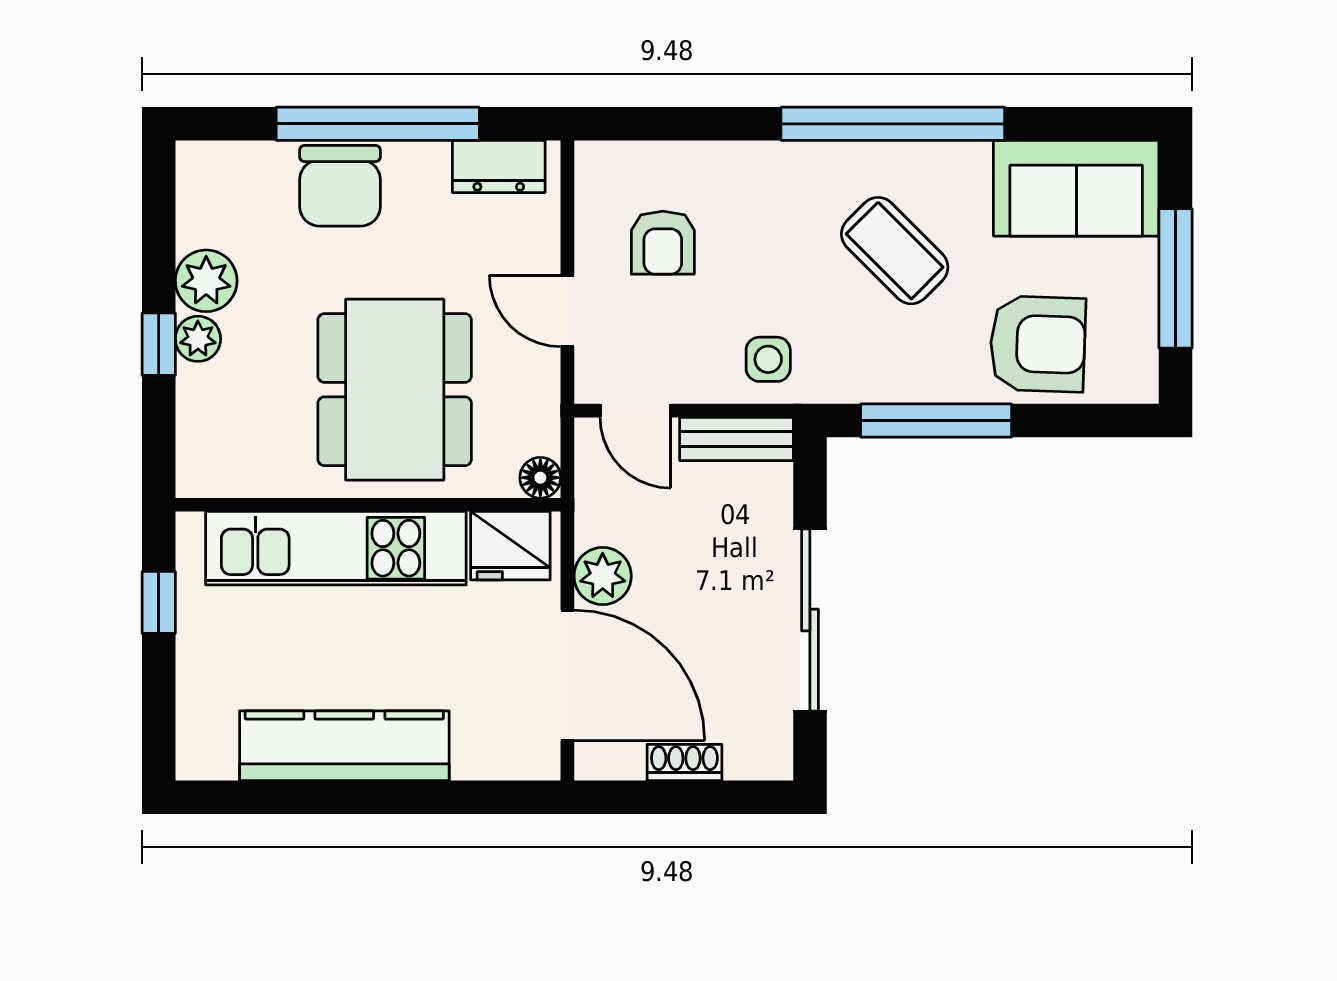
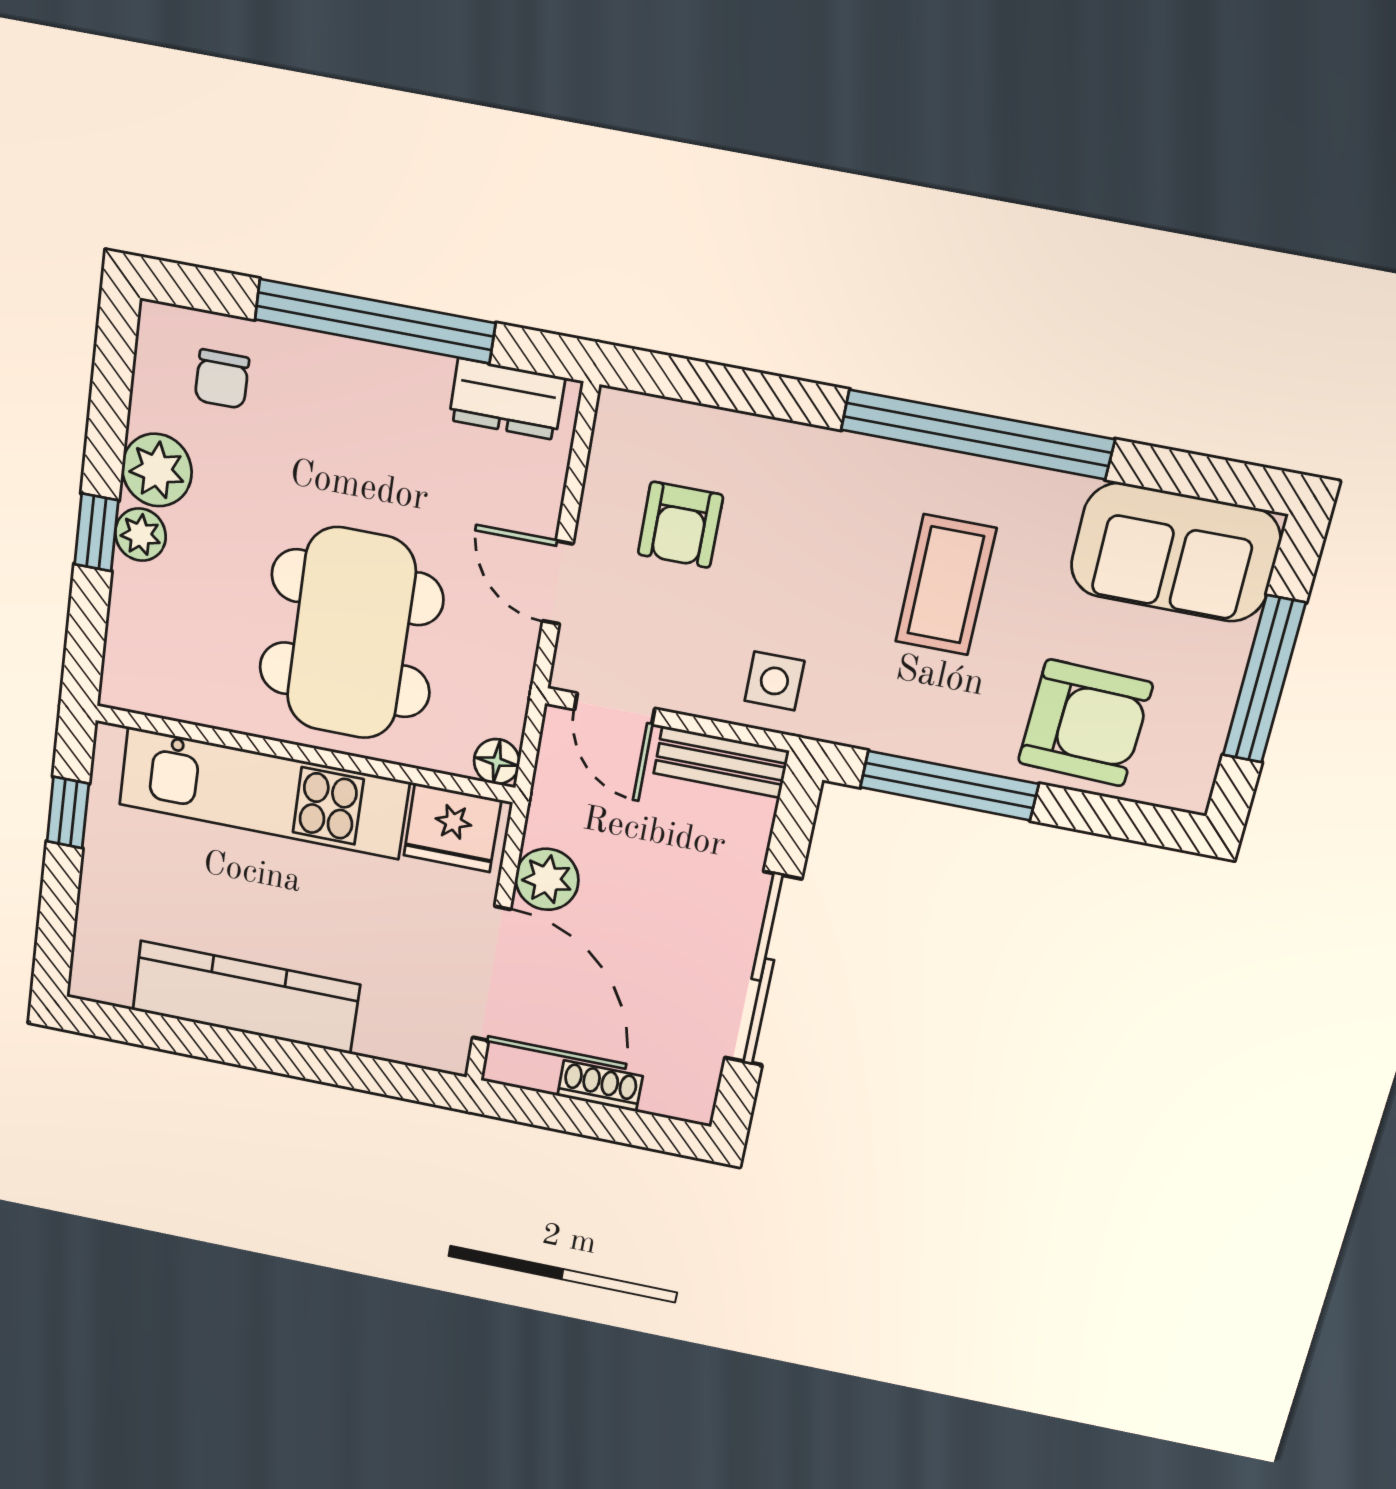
chair: (340, 186) -> (222, 379), moved, width x0.54, depth x0.54
coffee table: (895, 251) -> (946, 585), turned 45

